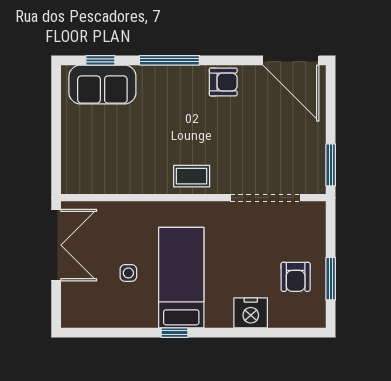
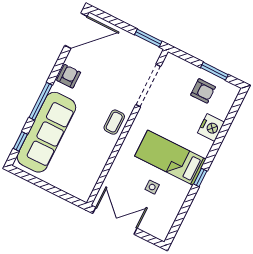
sofa: (102, 84) -> (46, 132), width x1.85, depth x1.27

